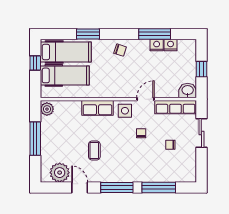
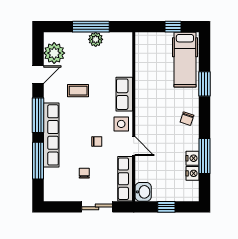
hospital bed: (65, 75) -> (159, 59), removed
plant: (47, 109) -> (96, 39), moved
row of seats: (135, 175) -> (51, 135), added

